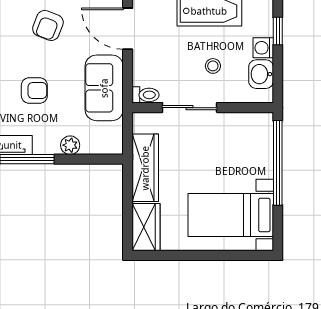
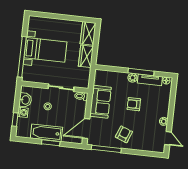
door: (128, 29) -> (86, 129), swing flipped
plant: (70, 145) -> (132, 78), moved
wardrobe: (145, 168) -> (86, 56), width x0.67
bed with nightstands: (231, 215) -> (45, 50), moved

